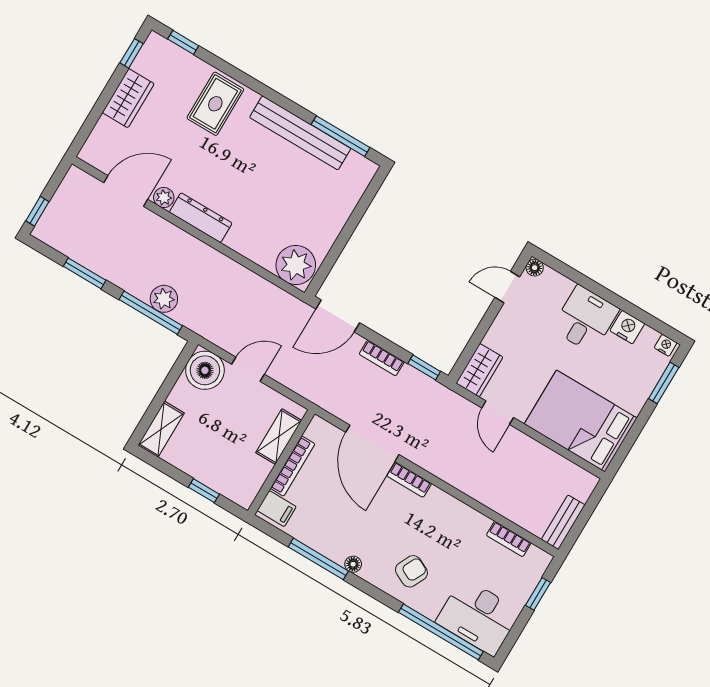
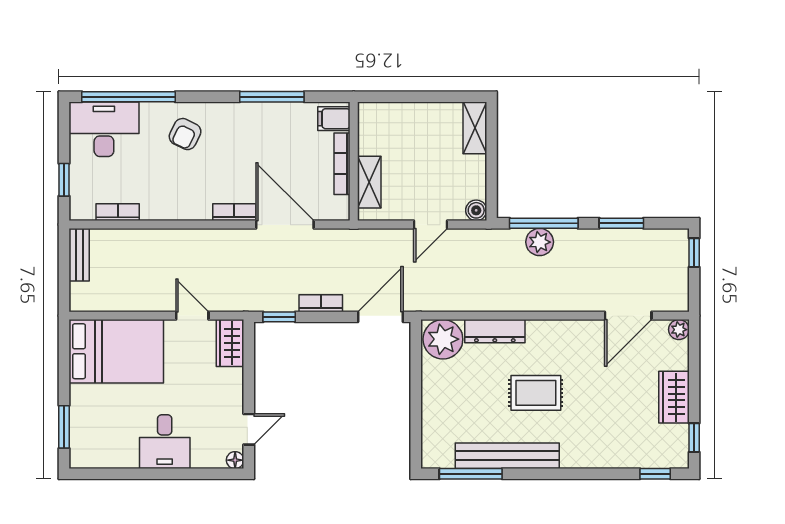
rug: (215, 104) -> (536, 393), moved, turned 90
plant: (164, 198) -> (679, 330), moved
dresser: (201, 218) -> (495, 331), moved
nightstand: (627, 327) -> (124, 456), removed
nightstand: (666, 345) -> (82, 460), removed
boiler: (205, 370) -> (476, 210), width x0.54, depth x0.54
window: (204, 491) -> (406, 97), removed
floor lamp: (353, 564) -> (239, 110), removed

